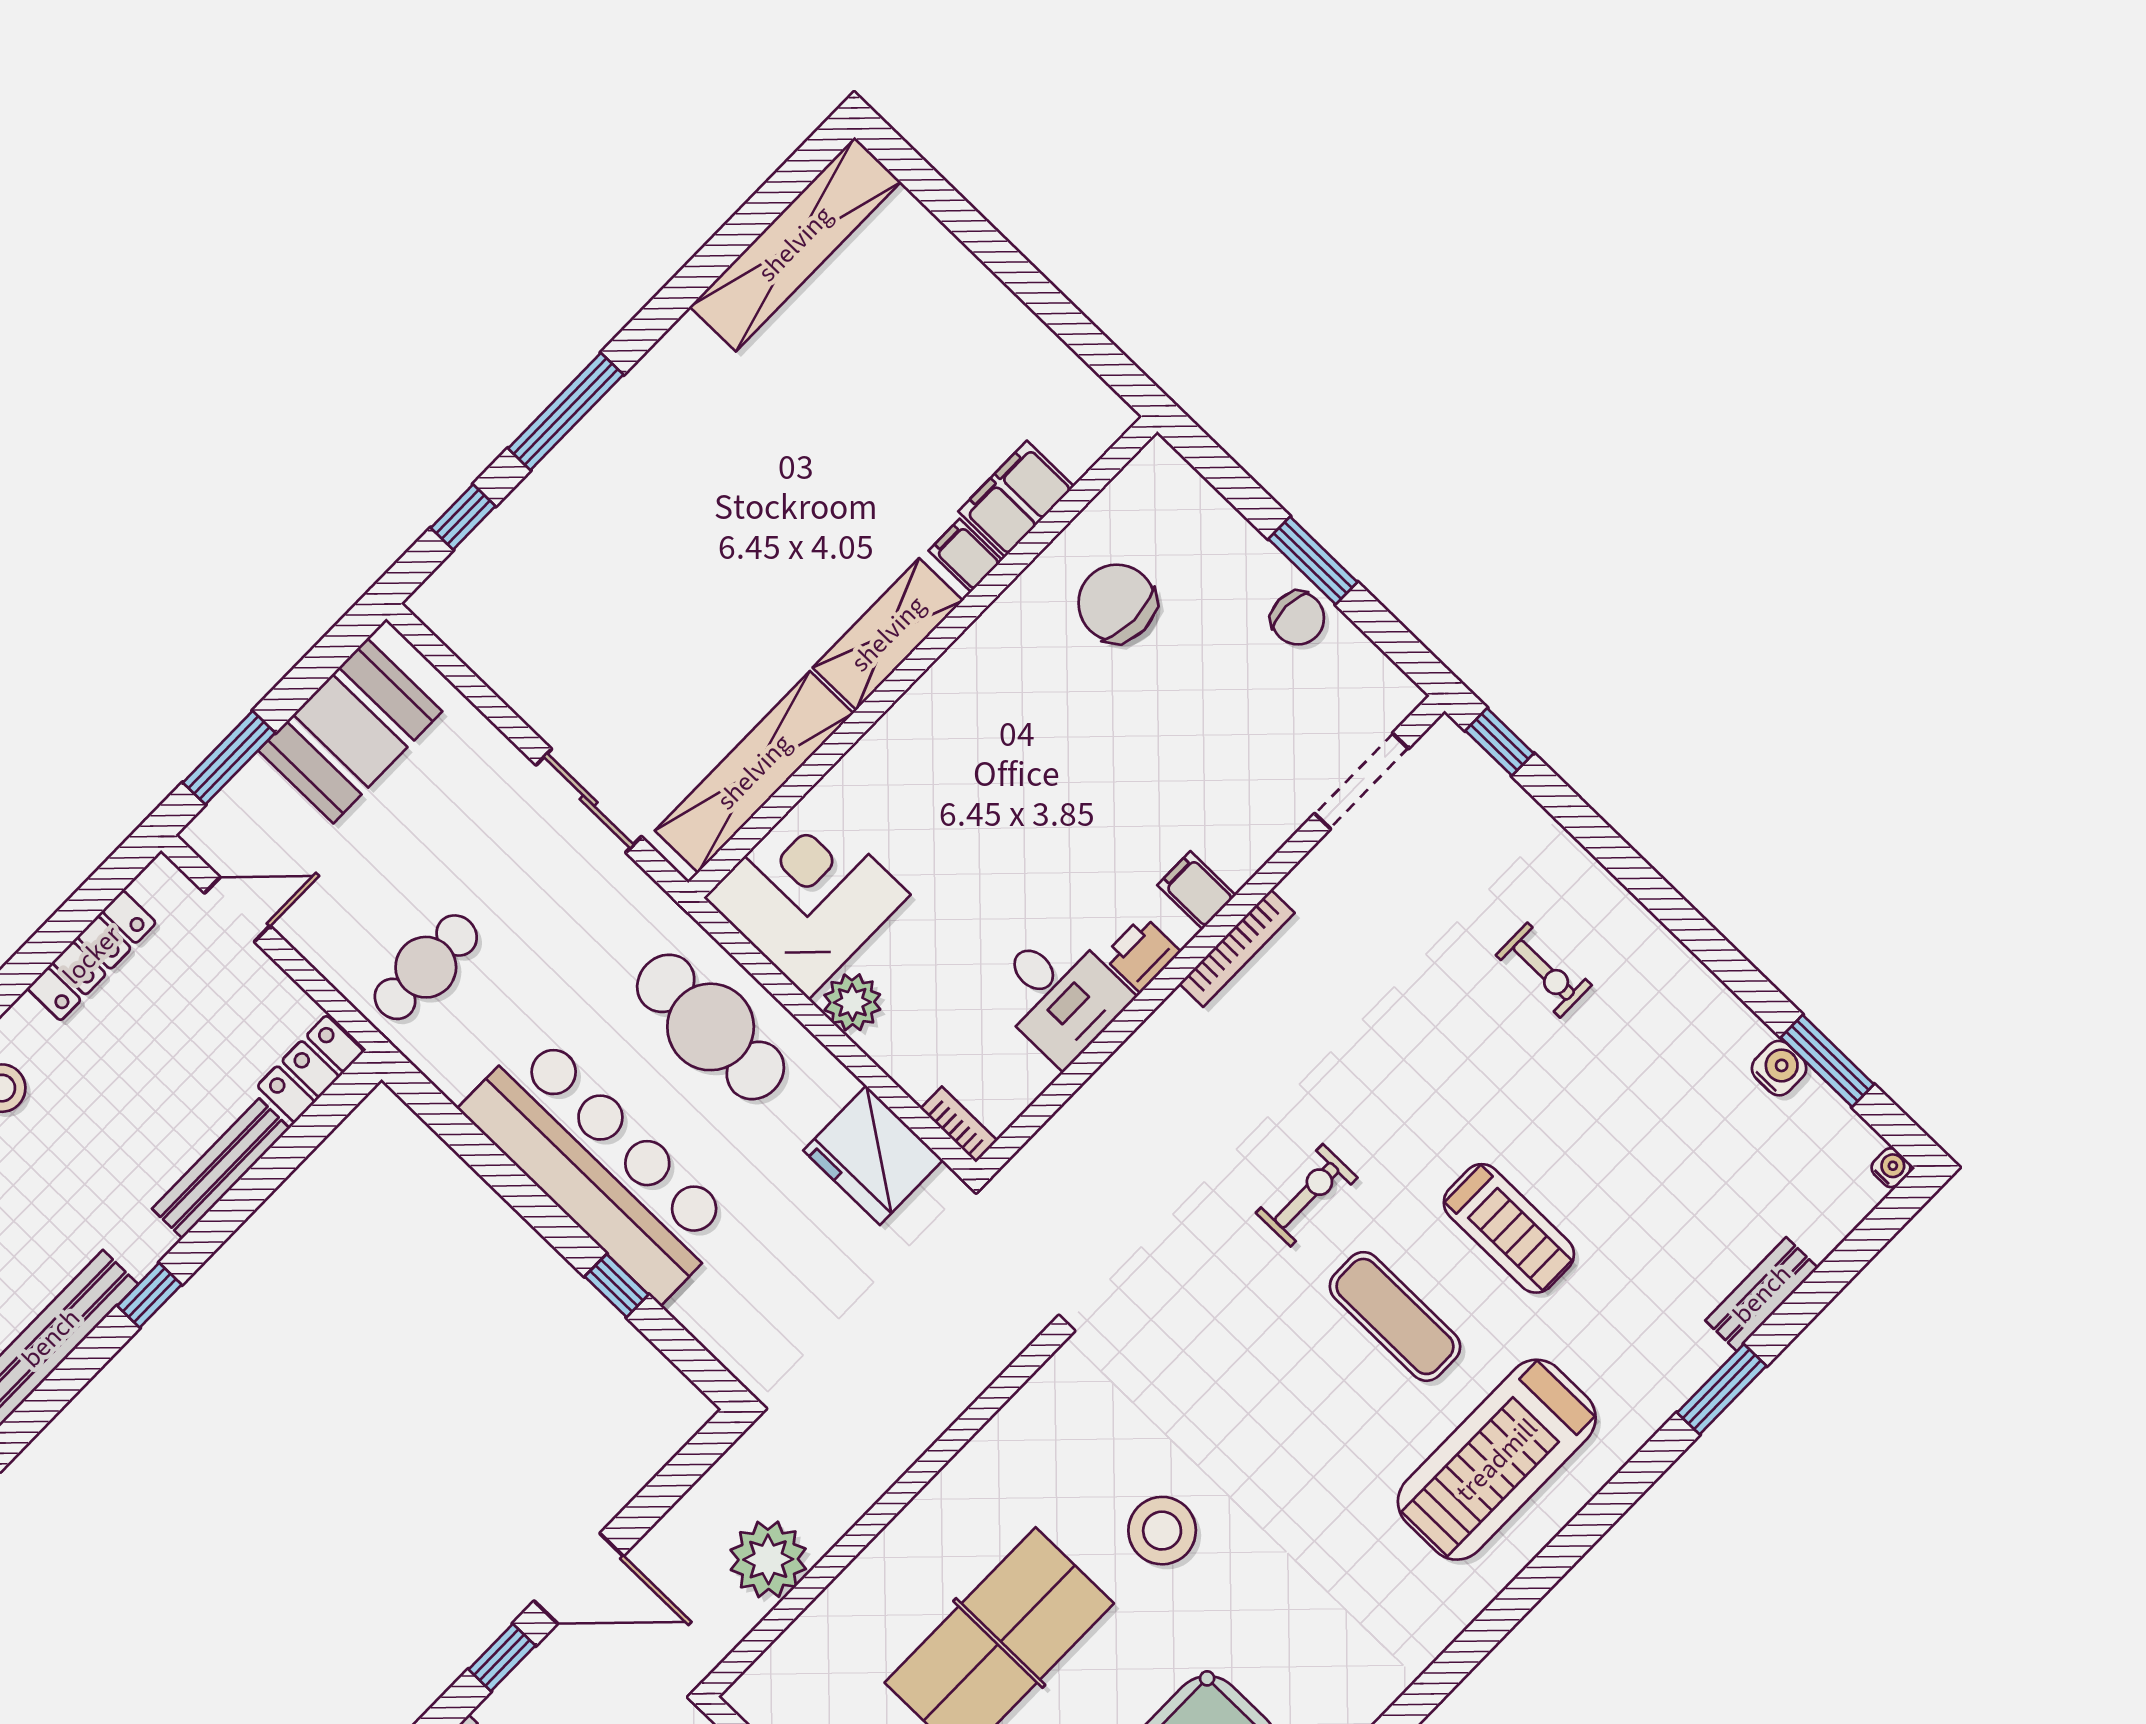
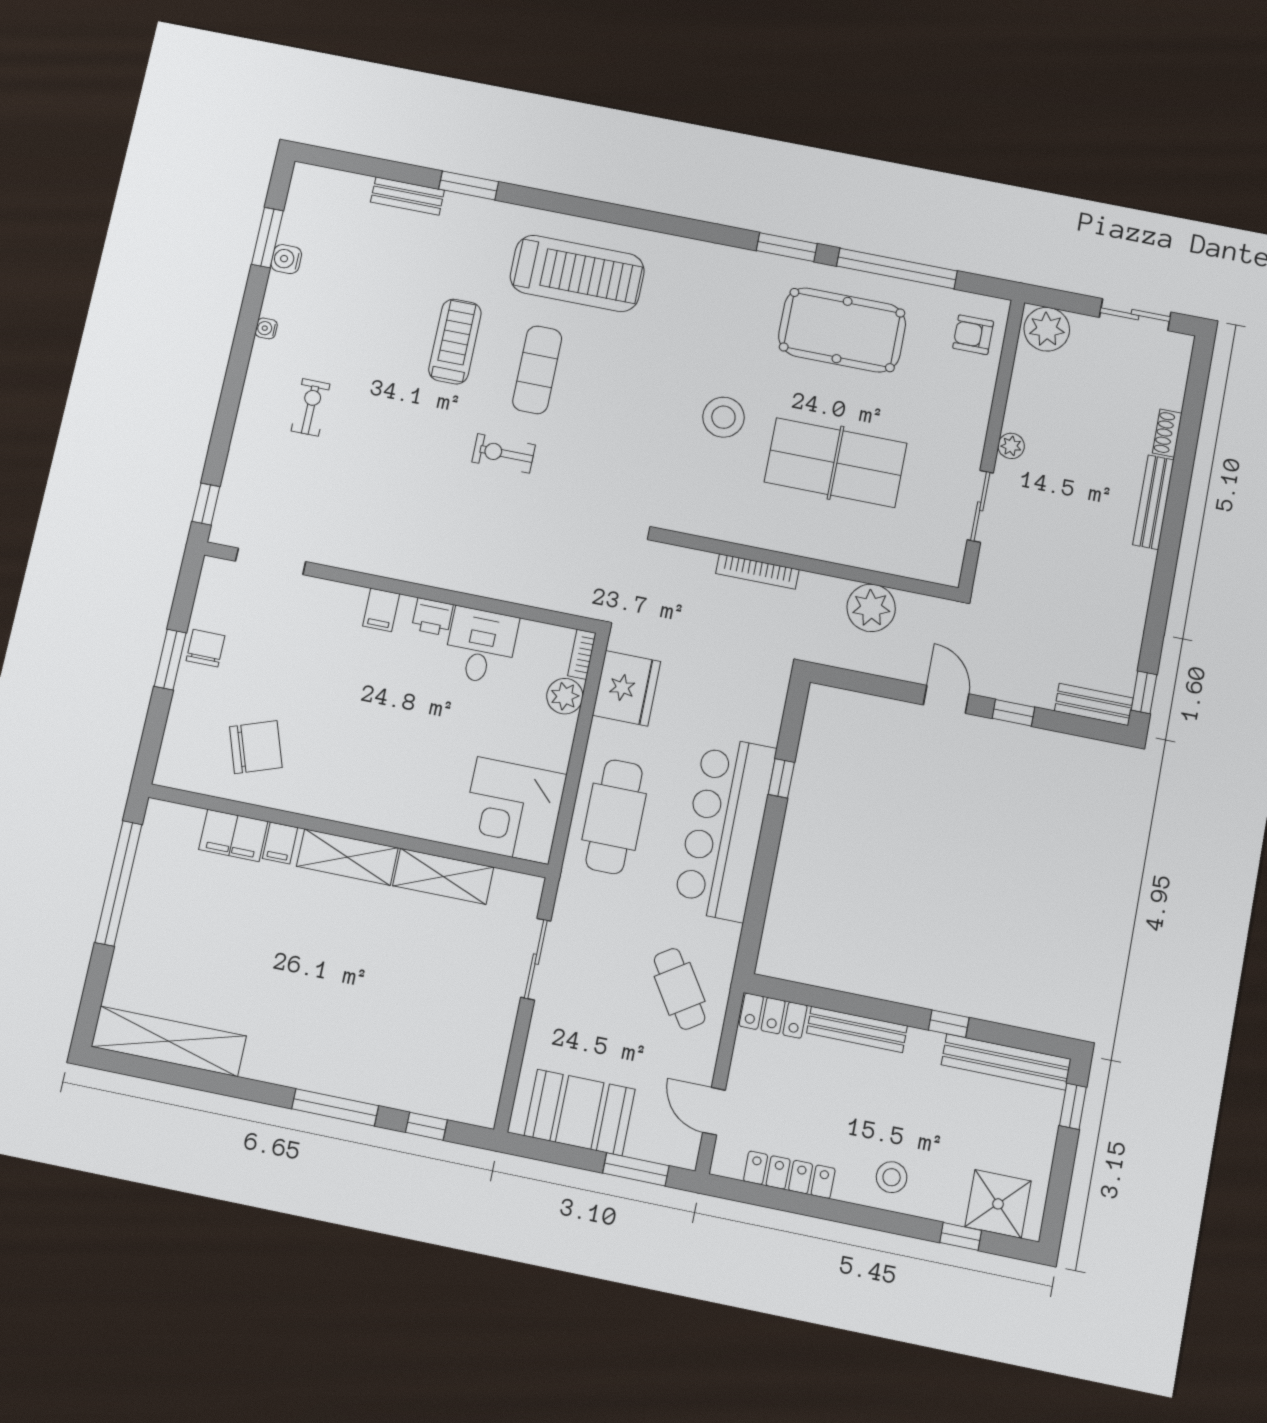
window: (1050, 305) -> (119, 883), added
chair: (1117, 603) -> (256, 747), turned -109
shelving: (754, 772) -> (443, 876), width x0.68
bookcase: (1237, 948) -> (757, 571), moved, turned 180
cafe table: (426, 967) -> (680, 989), turned 57
plant: (852, 1002) -> (565, 696), moved
water cooler: (1891, 1168) -> (266, 328), moved
door: (579, 1579) -> (946, 699), width x0.73

